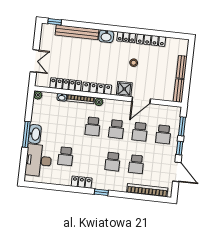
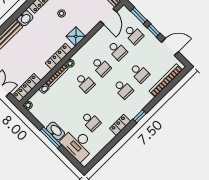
locker: (66, 84) -> (27, 88), moved
door: (141, 100) -> (109, 17), moved

